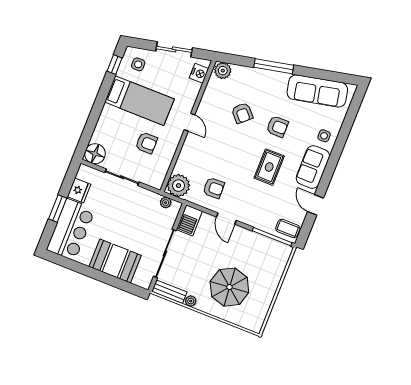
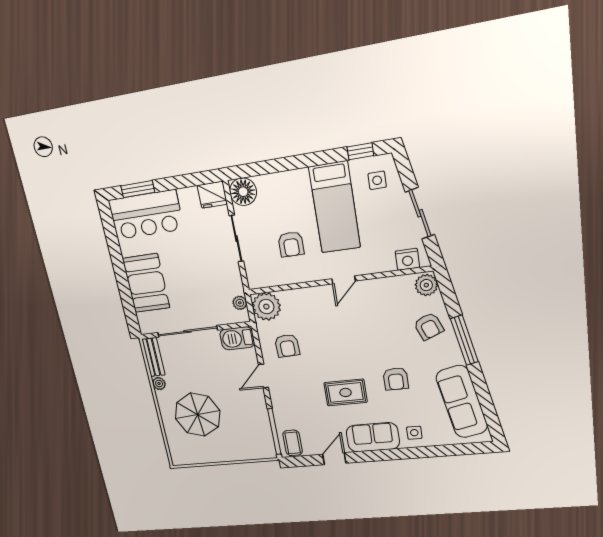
armchair: (242, 113) -> (429, 326), moved, turned -70
fridge: (79, 190) -> (212, 195), moved
window: (58, 208) -> (138, 189), moved

